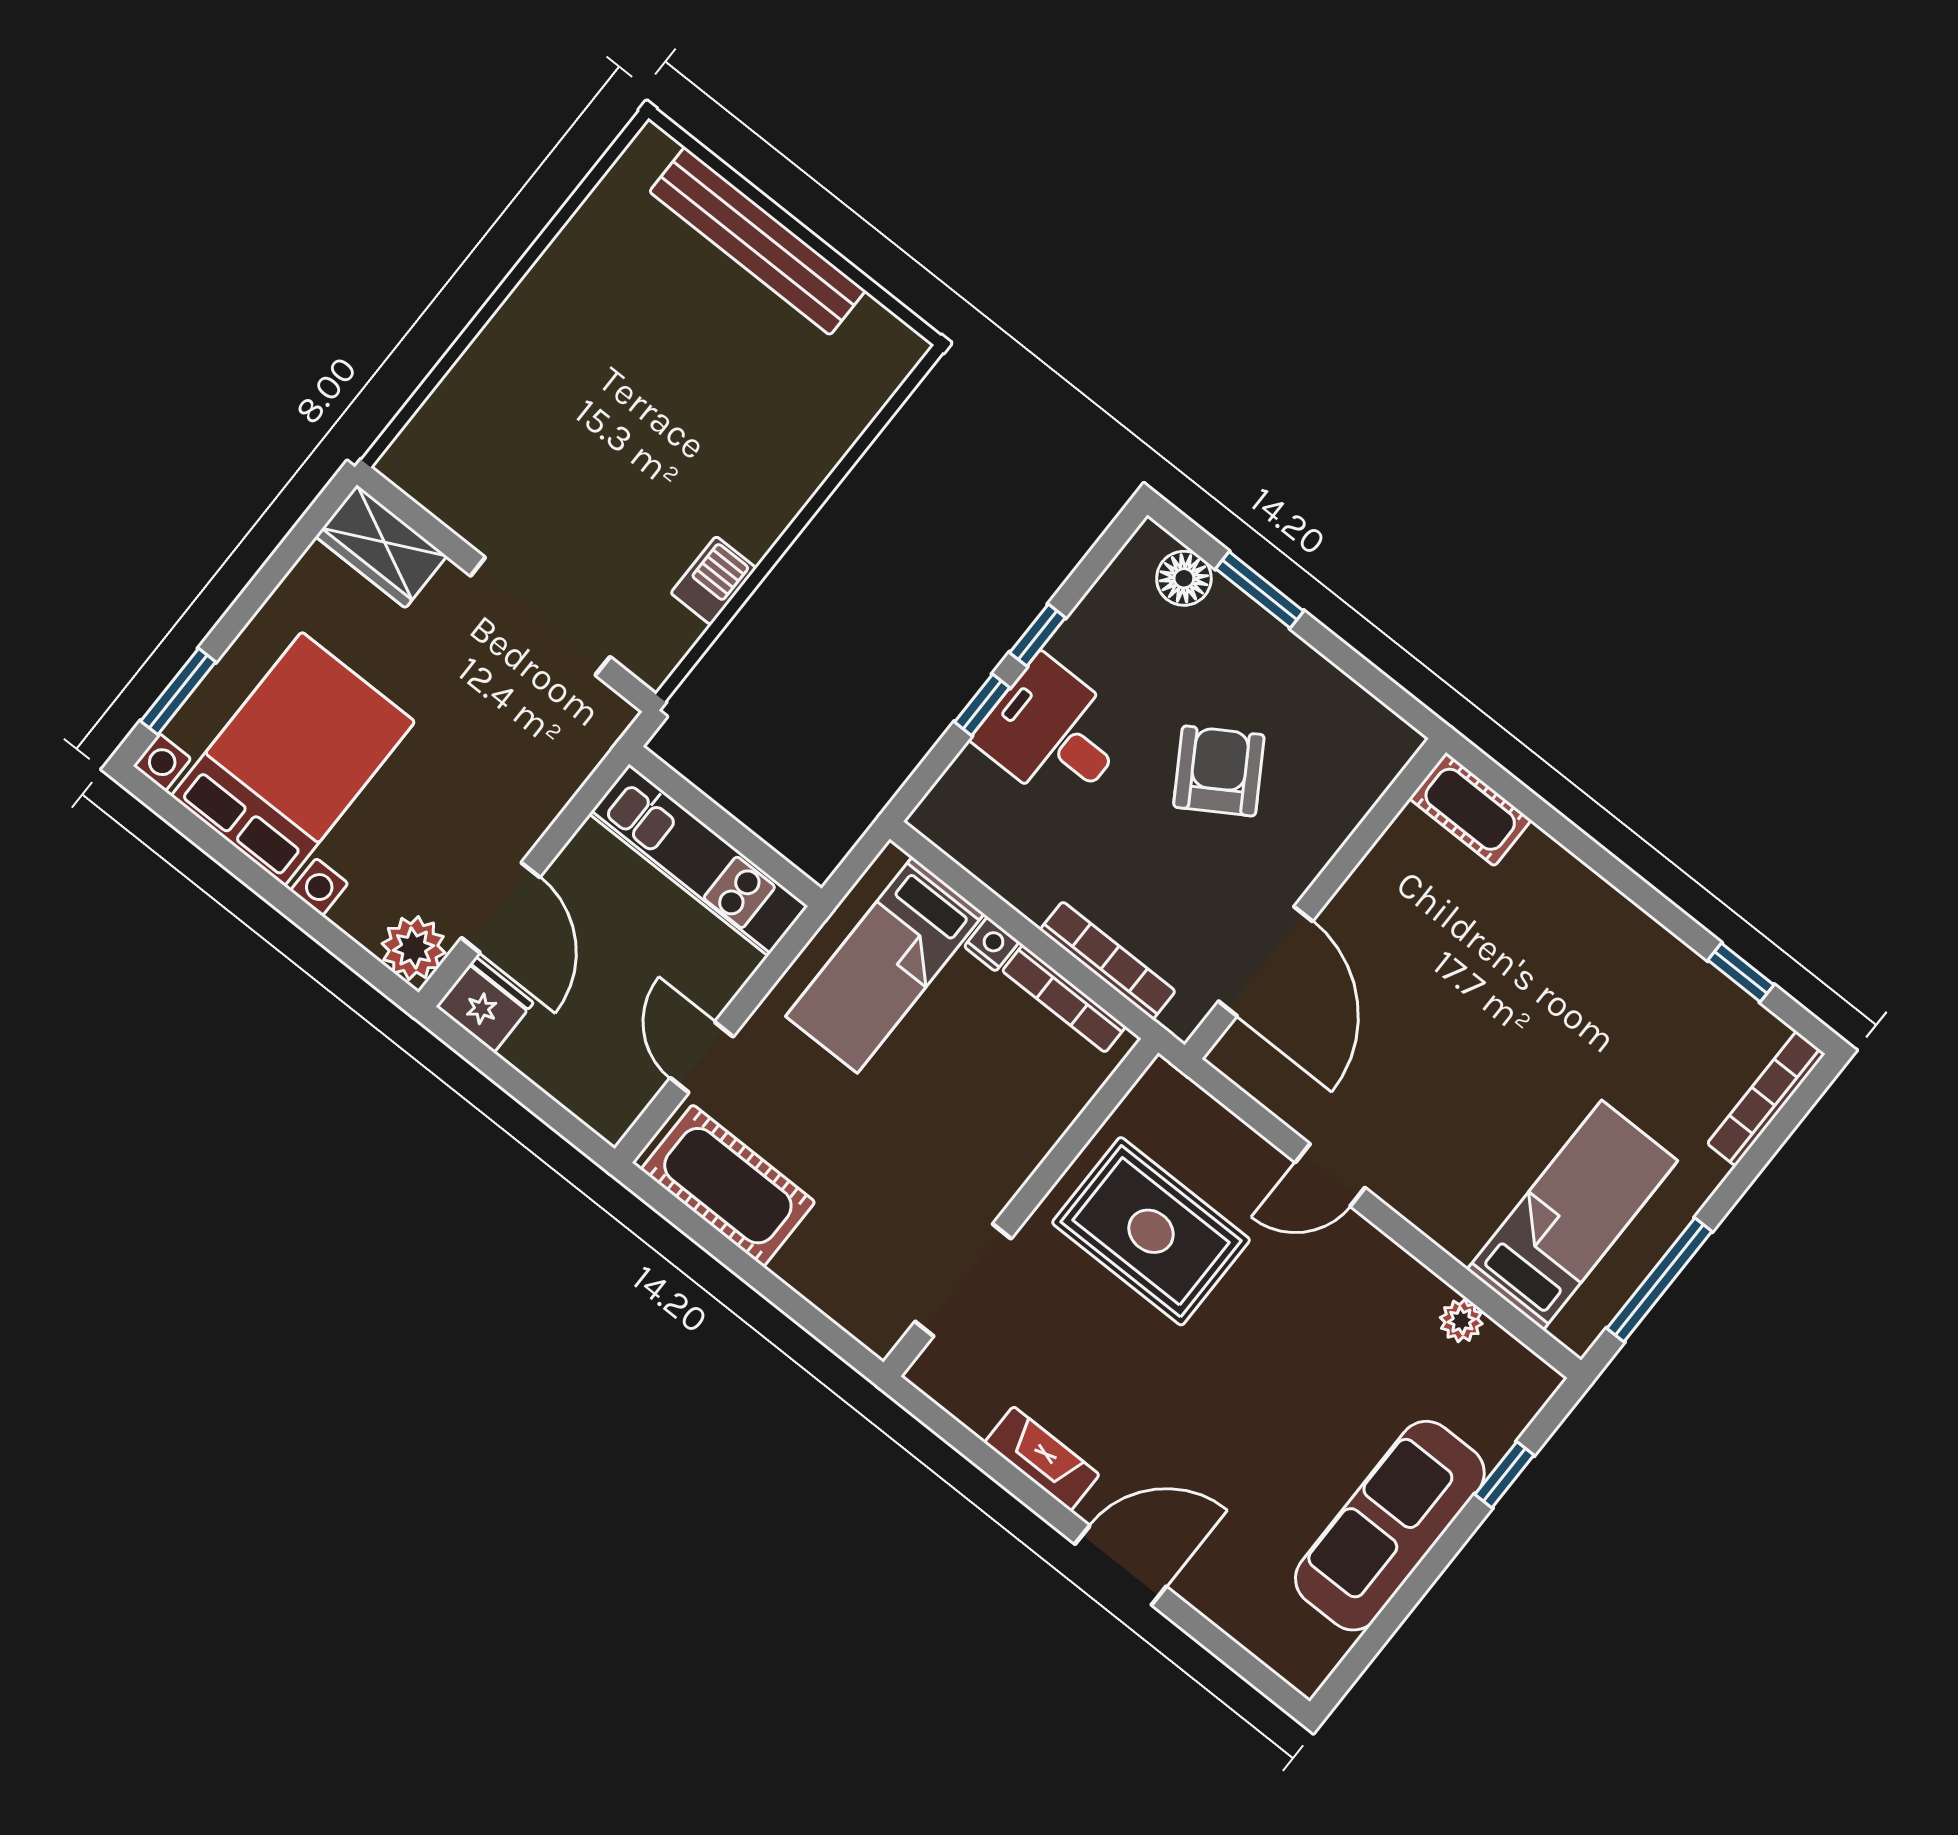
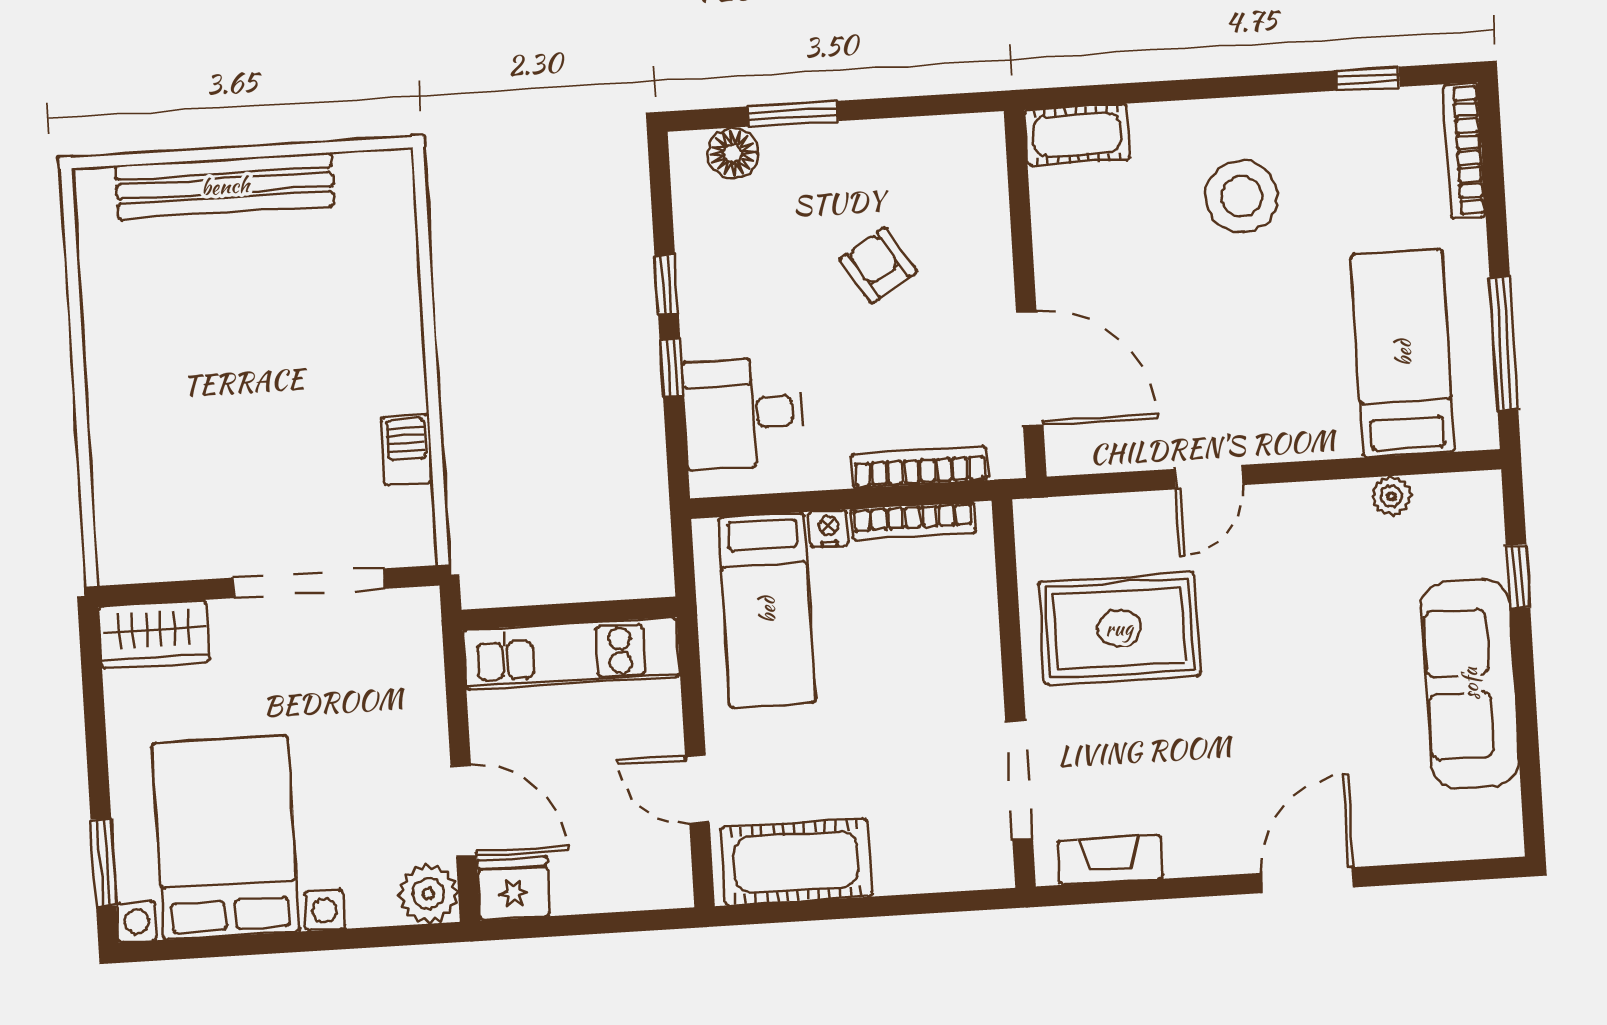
desk: (1053, 733) -> (743, 413), moved
armchair: (1219, 771) -> (878, 265), width x0.72, depth x0.72
stool: (1557, 976) -> (1242, 196), added
fireplace: (1042, 1459) -> (1110, 860), moved

